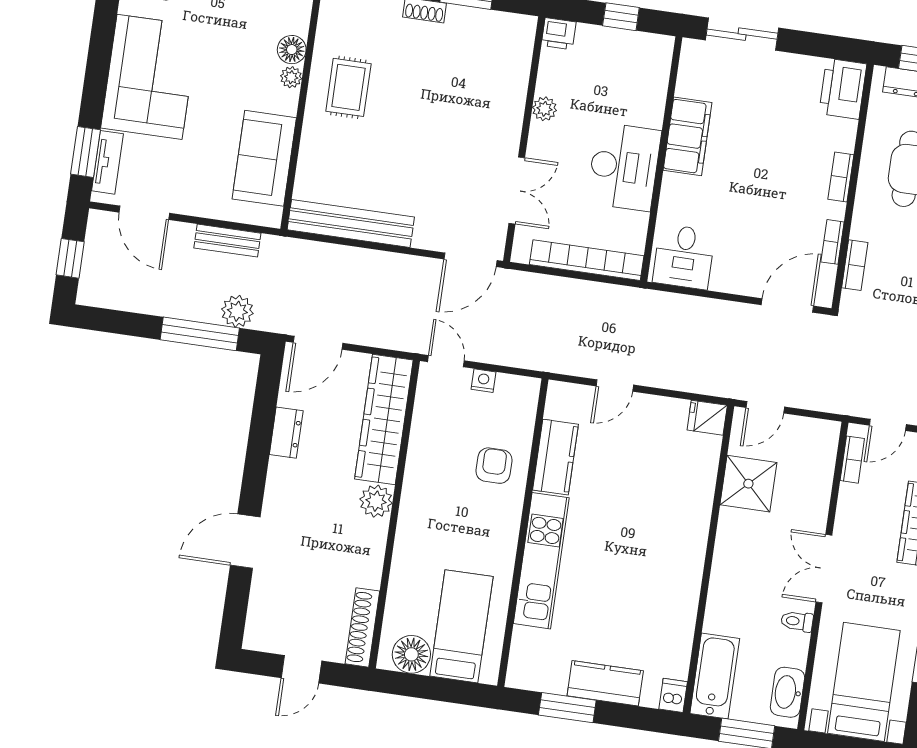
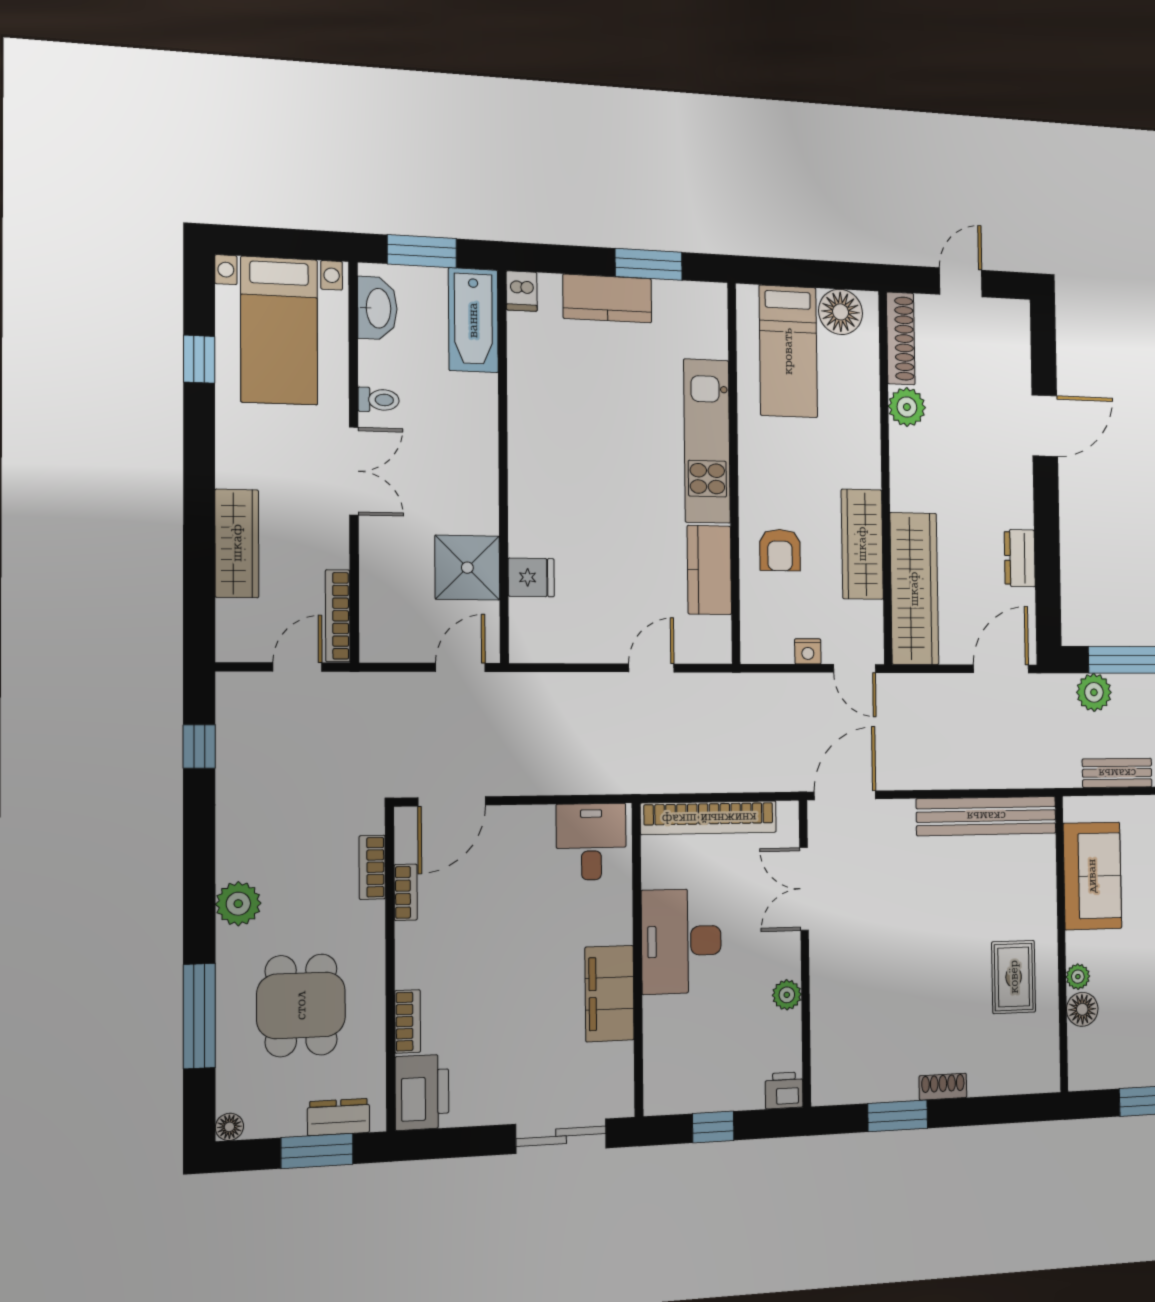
bookcase: (841, 177) -> (408, 1021), moved
fridge: (707, 418) -> (531, 577), moved
bookcase: (852, 460) -> (338, 616), width x1.56
wardrobe: (423, 462) -> (862, 544), added
plant: (376, 501) -> (907, 407), moved

